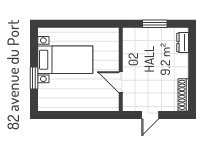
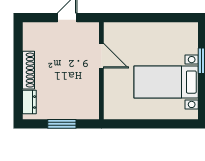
shoe rack: (183, 95) -> (29, 70), moved

